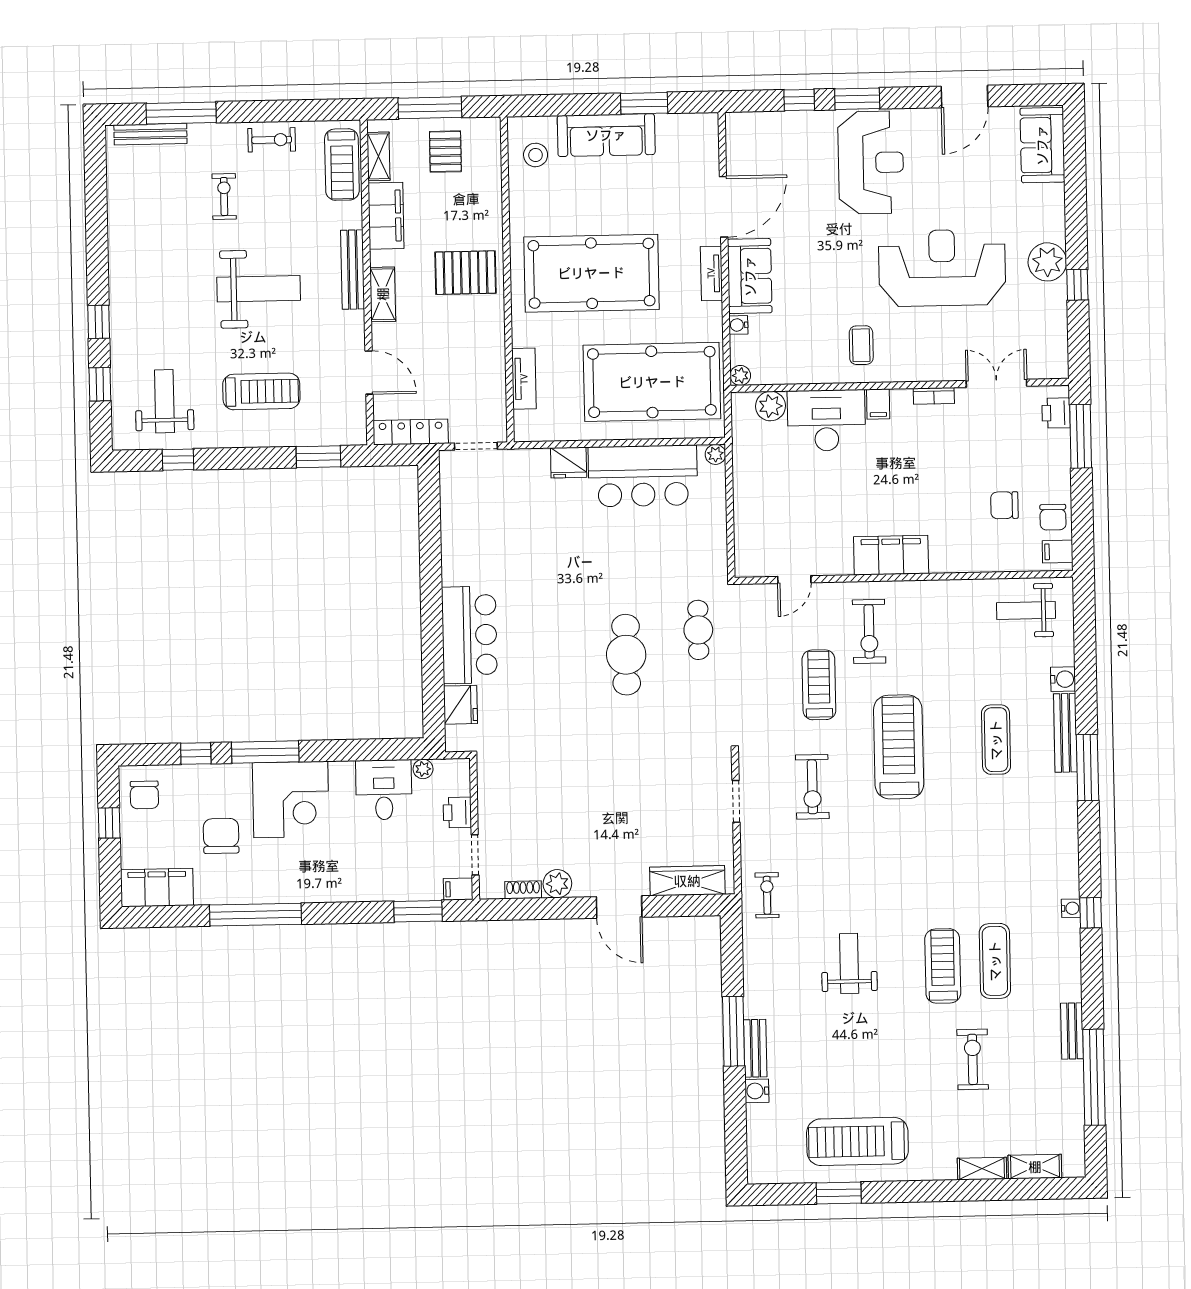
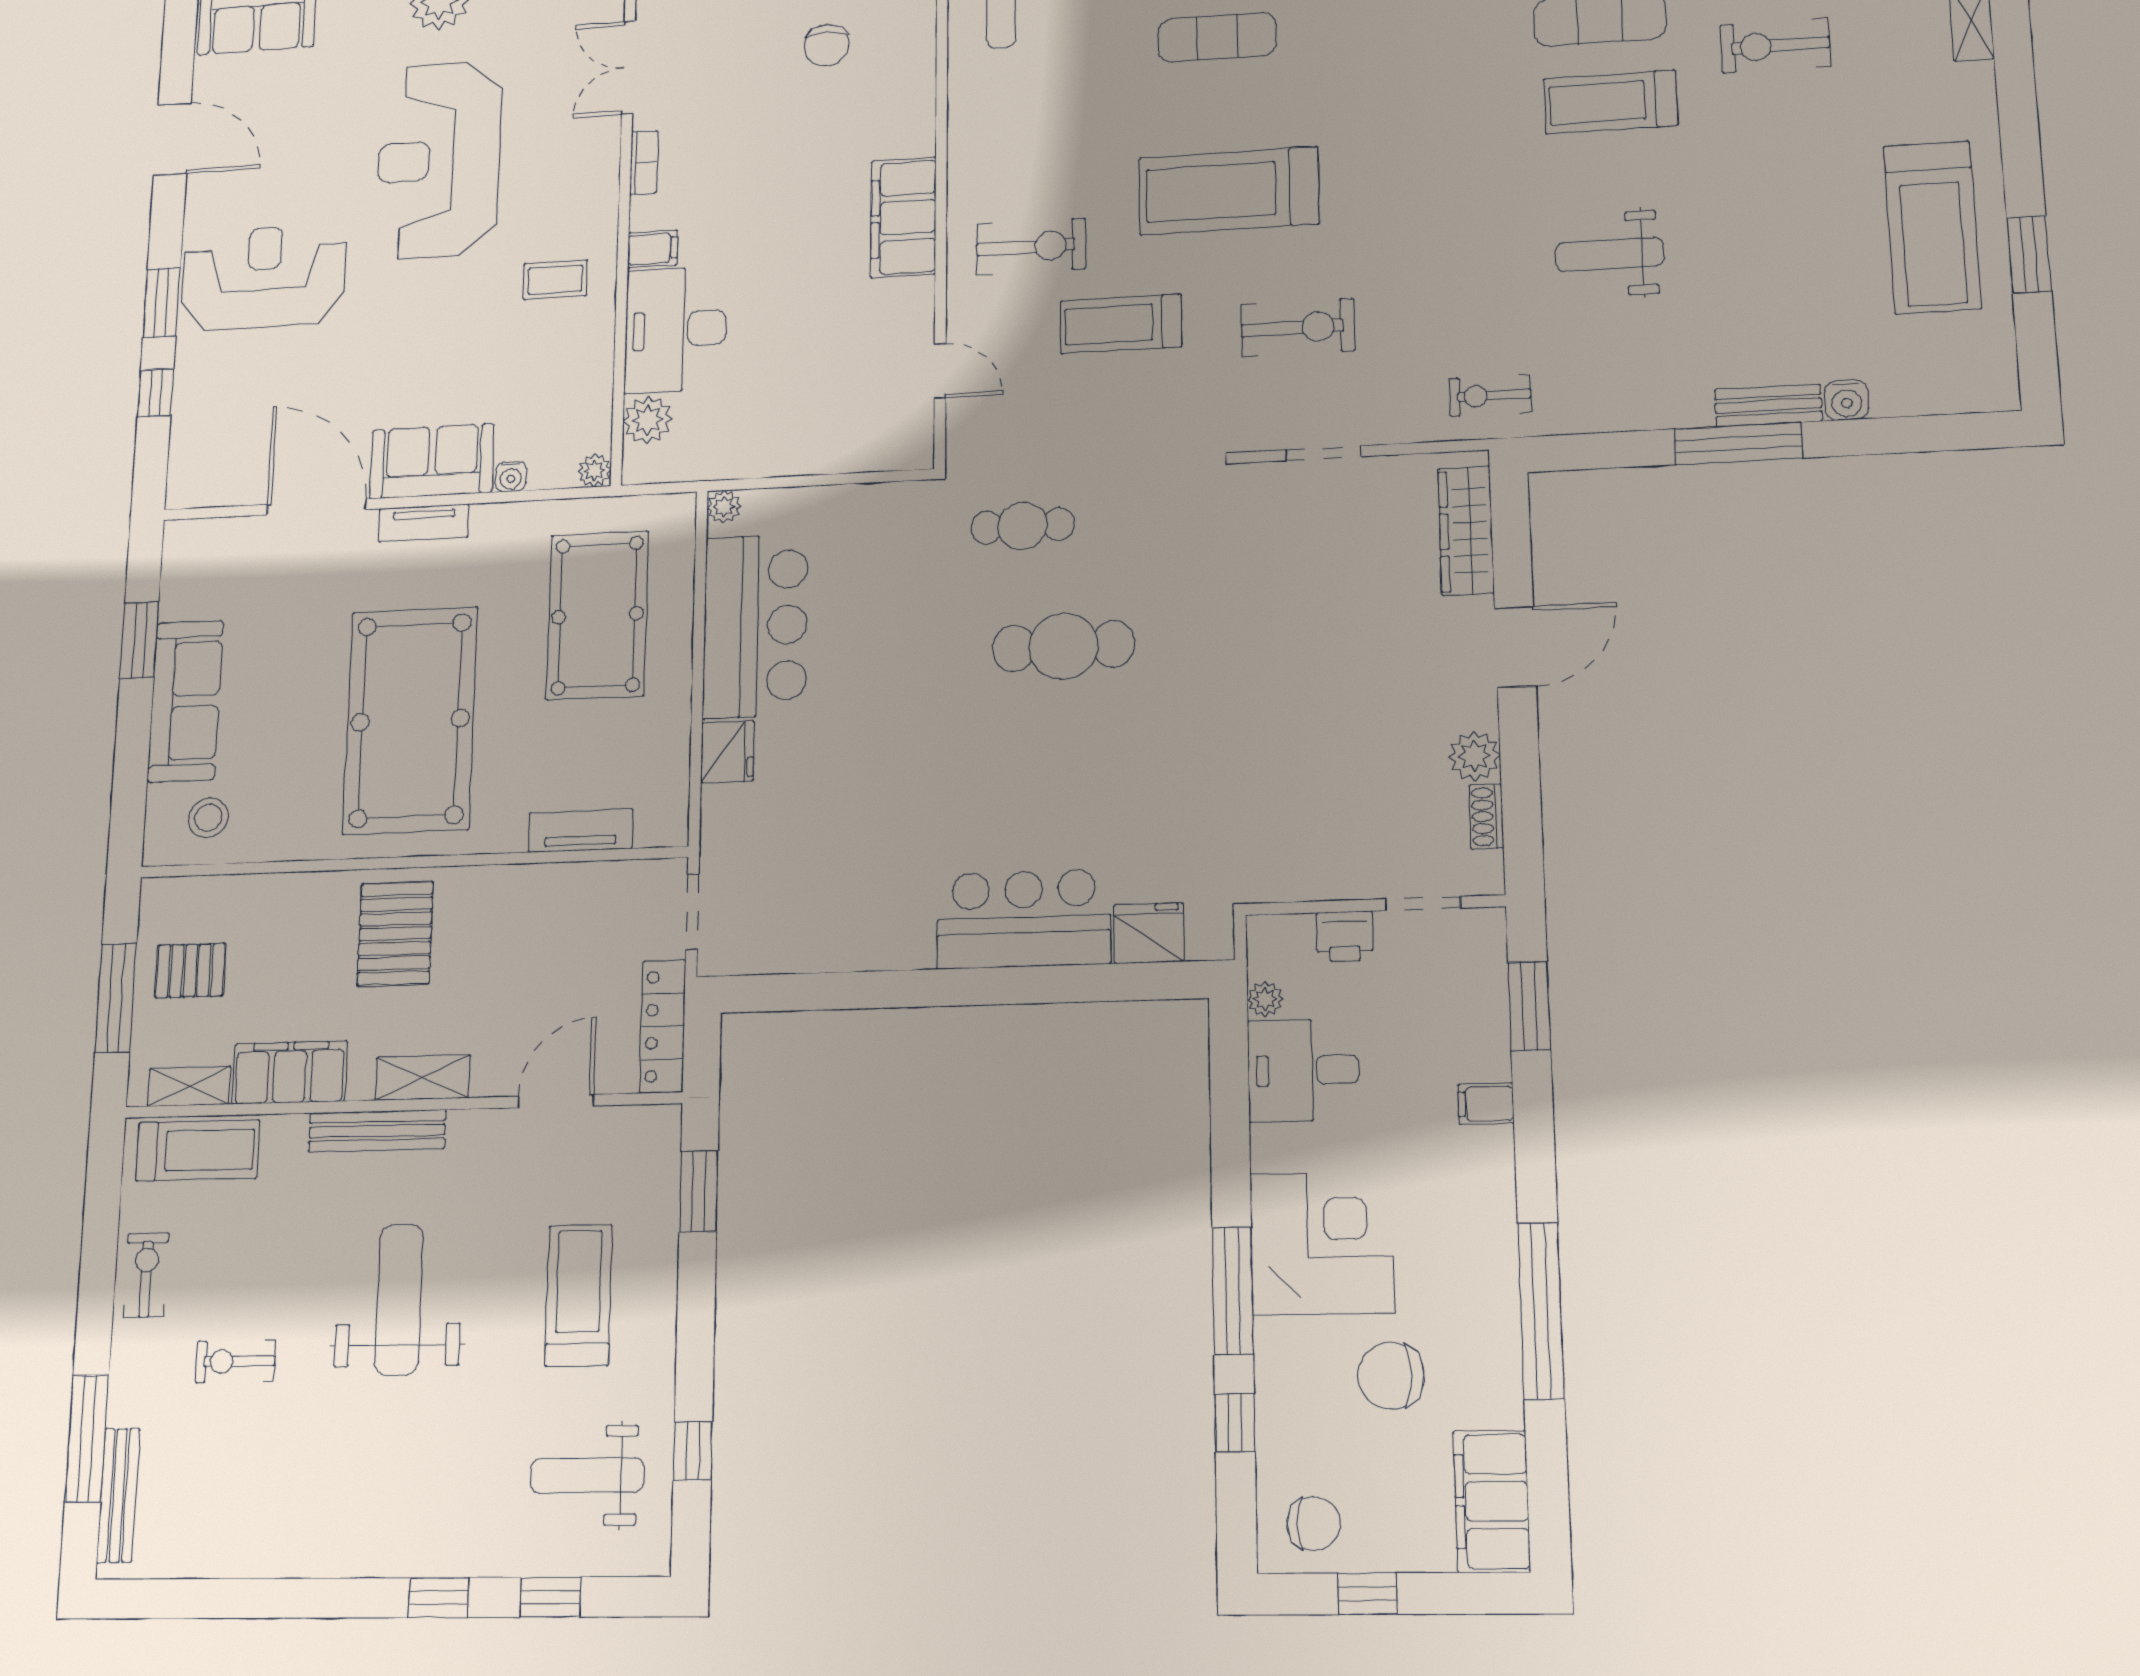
pool table: (652, 382) -> (597, 615), width x0.73, depth x0.76
filing cabinet: (458, 889) -> (1486, 1104), moved, turned 90

